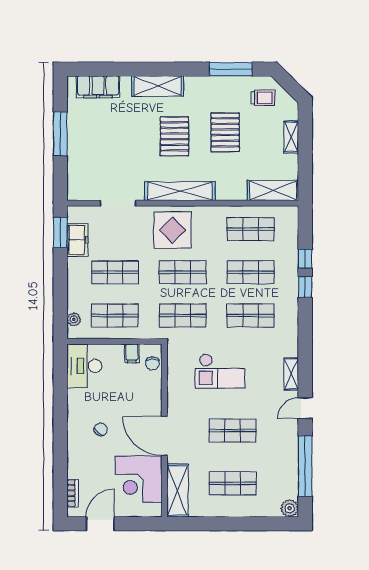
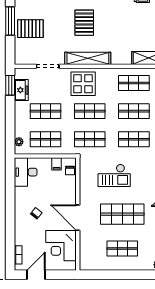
pallet: (225, 132) -> (30, 29), moved, turned 90
shop shelf: (233, 431) -> (122, 214), width x1.43, depth x1.36
shelving: (178, 491) -> (86, 253), removed

